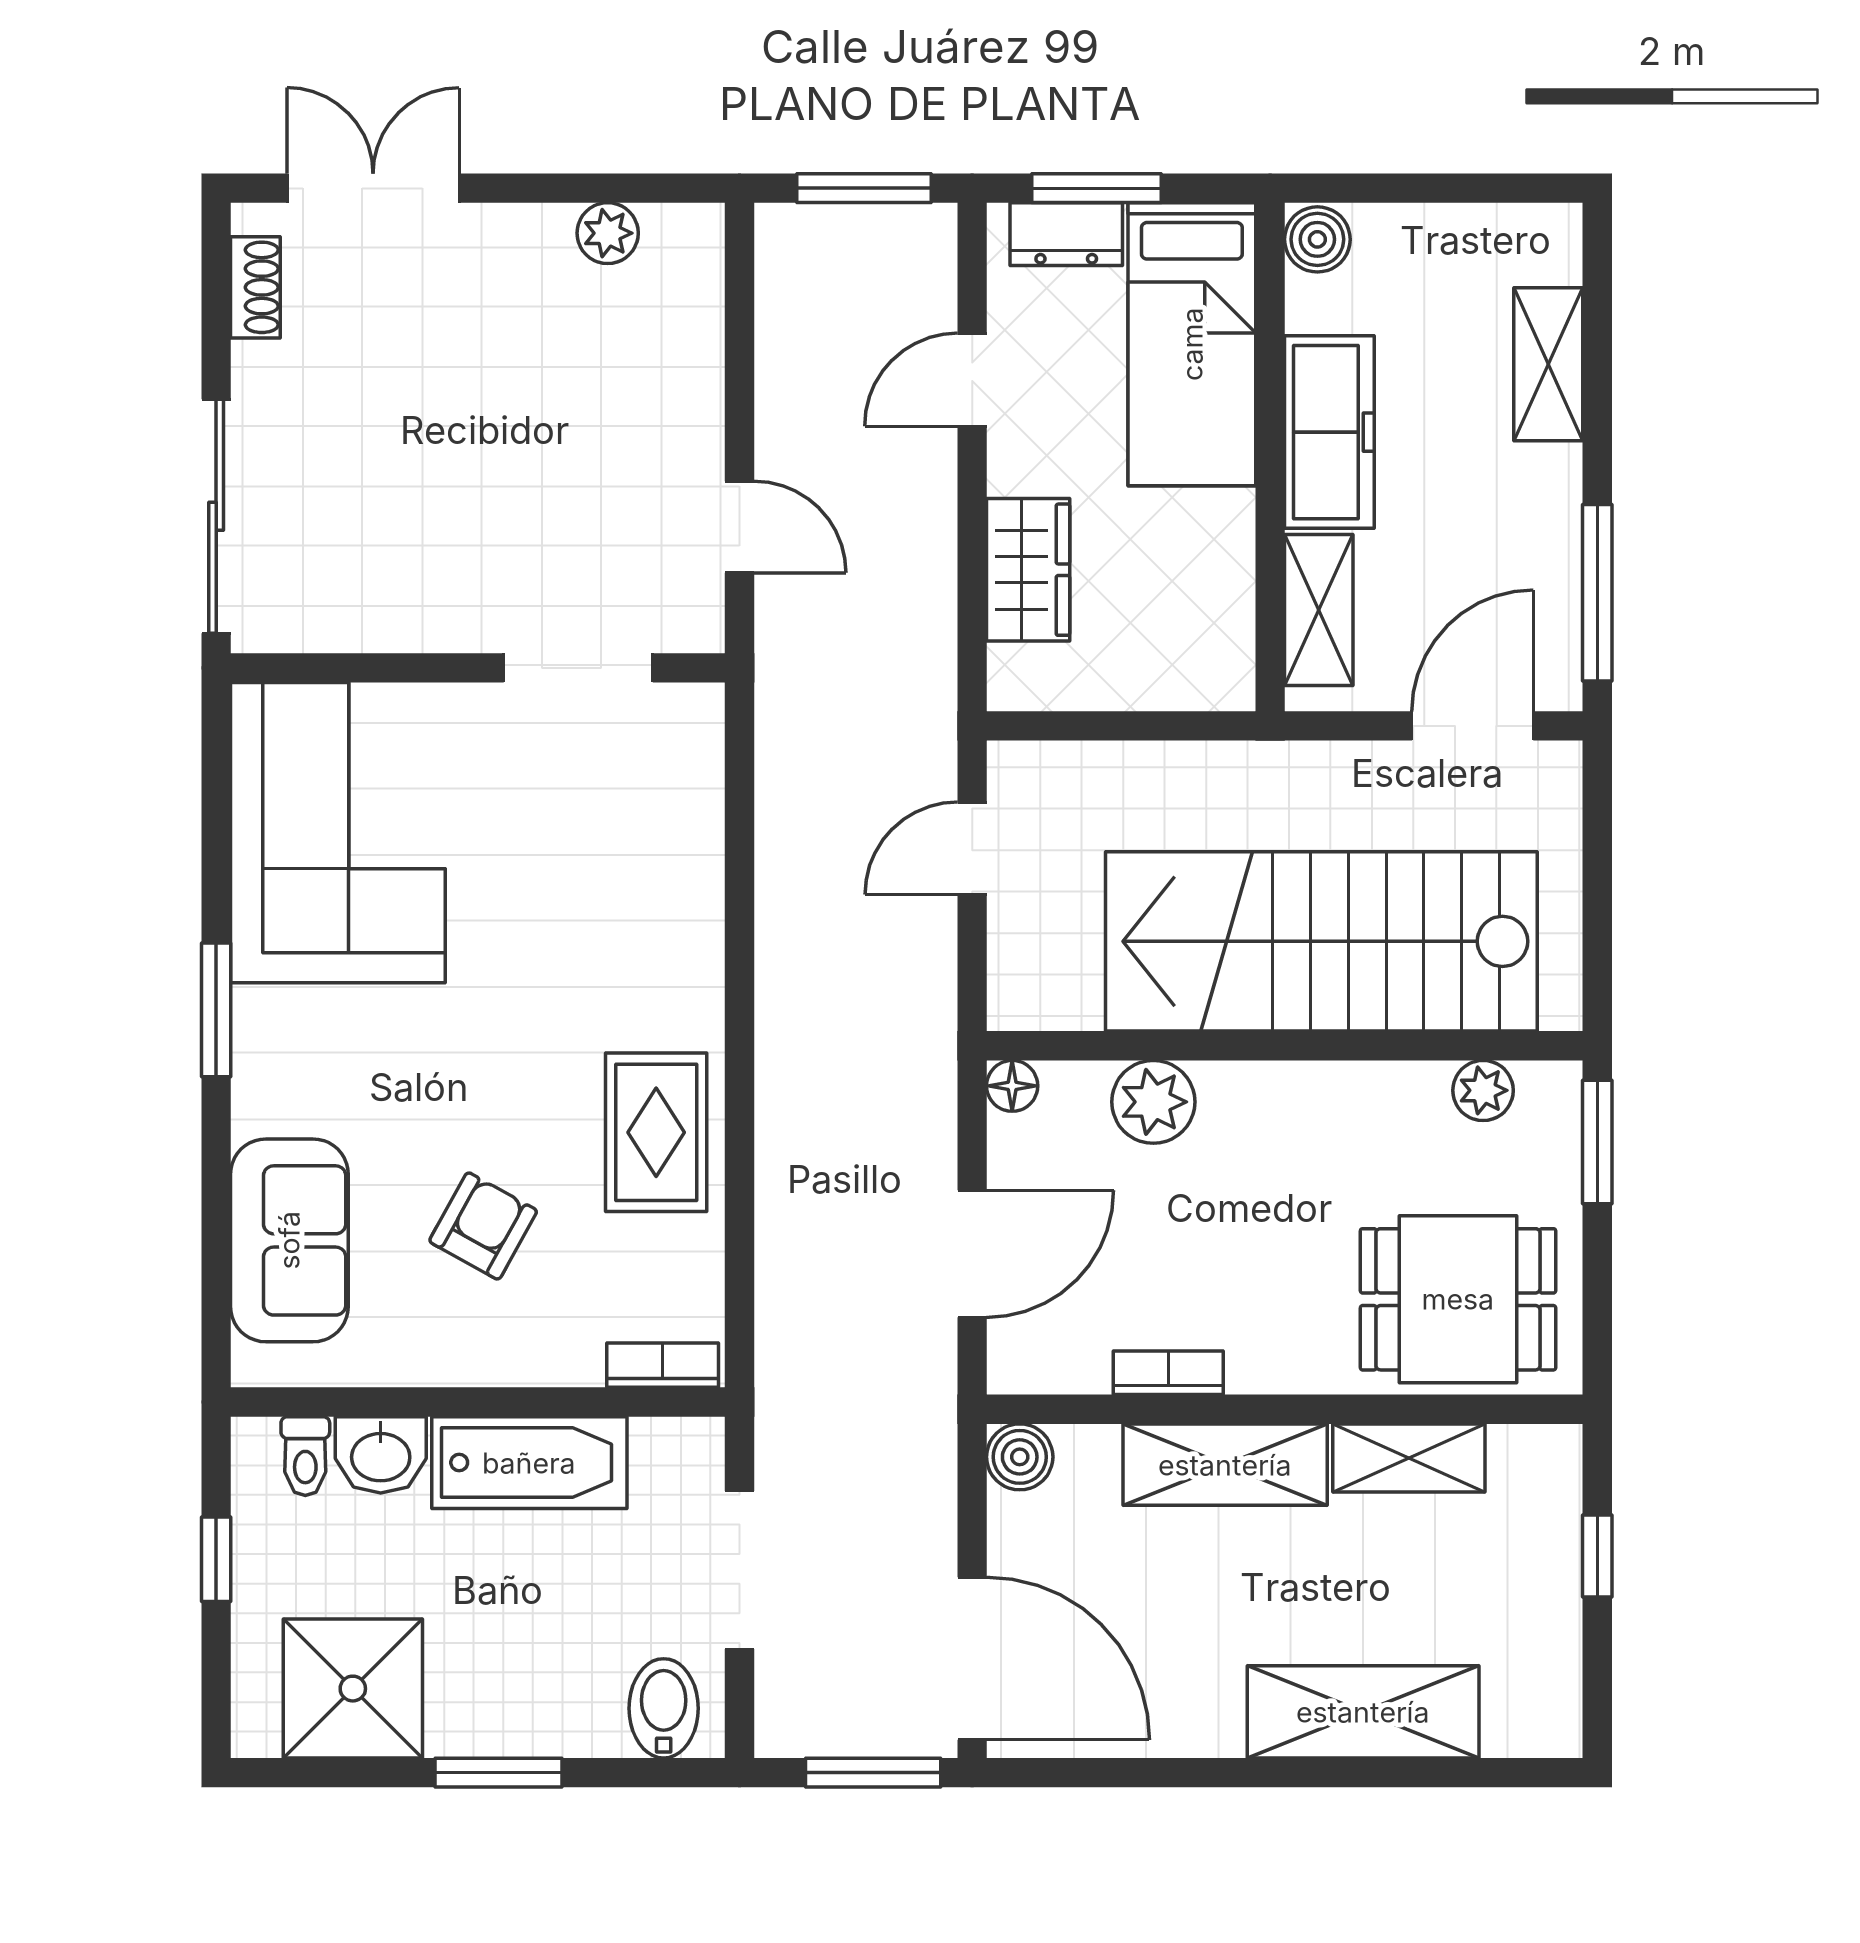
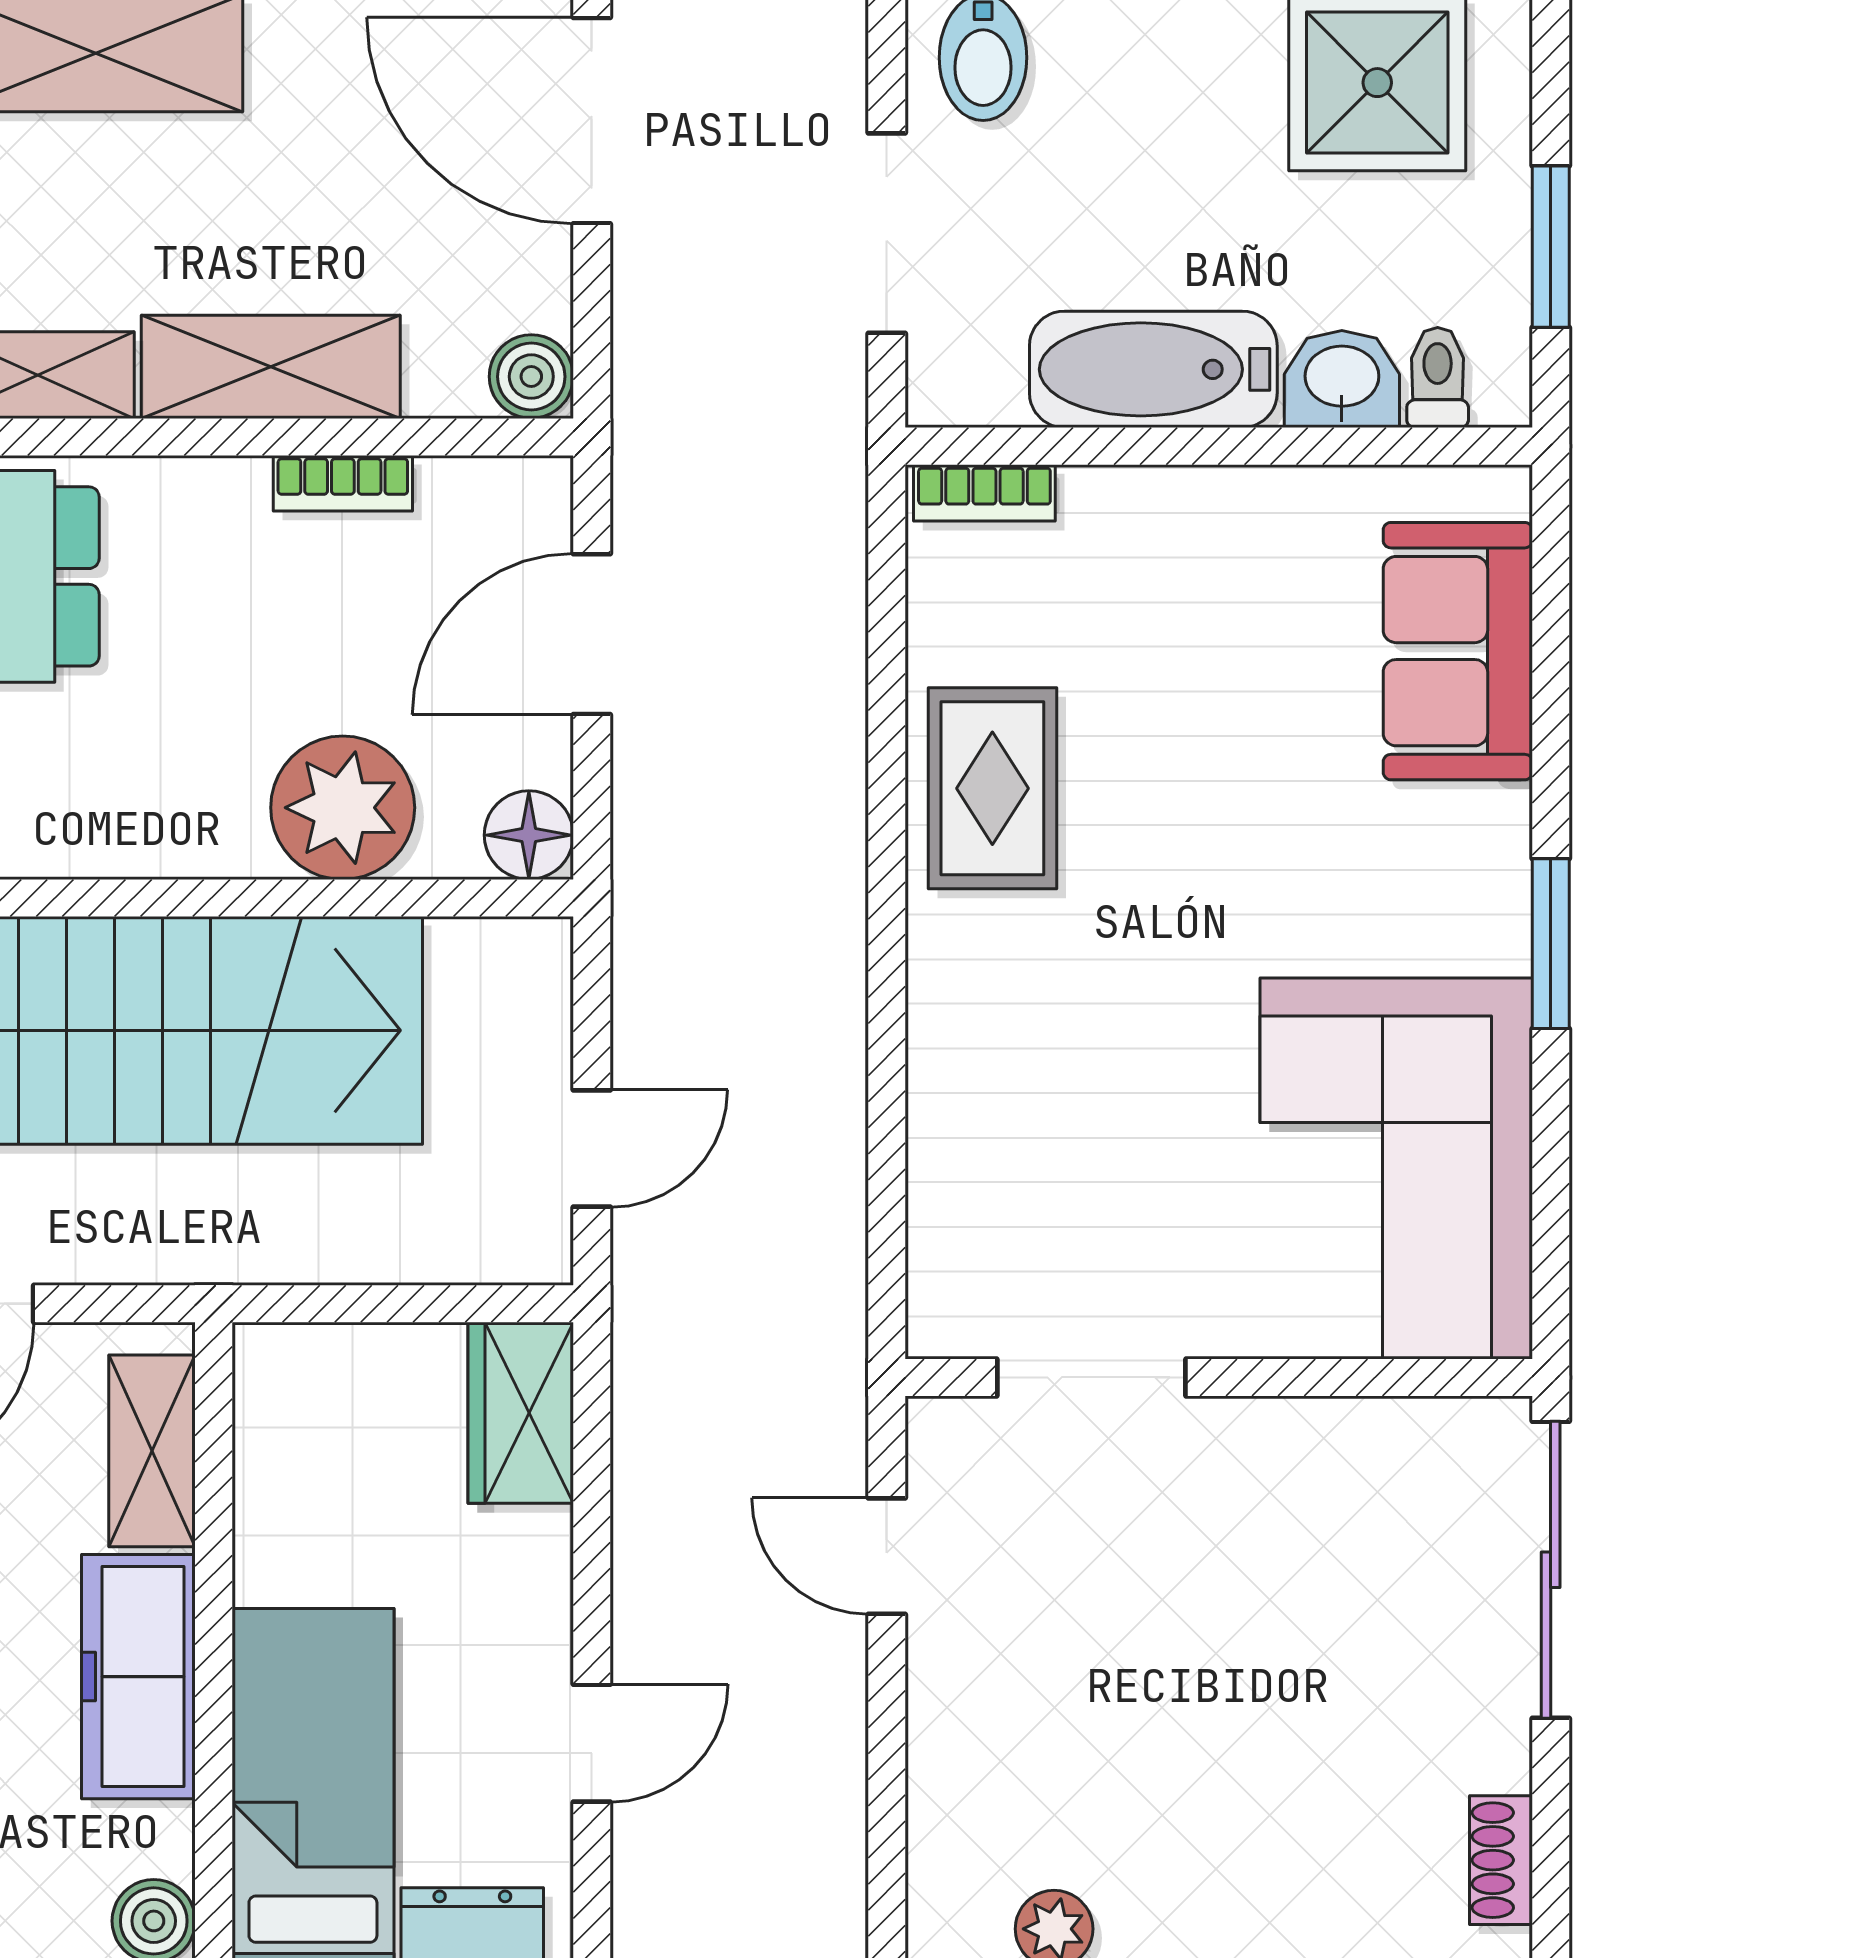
wardrobe: (1028, 570) -> (521, 1413), moved
floor lamp: (1012, 1086) -> (529, 835), width x1.37, depth x1.37
plant: (1153, 1102) -> (343, 808), width x1.36, depth x1.36
armchair: (483, 1226) -> (1212, 669), removed
window: (216, 1559) -> (1551, 247), width x1.50

